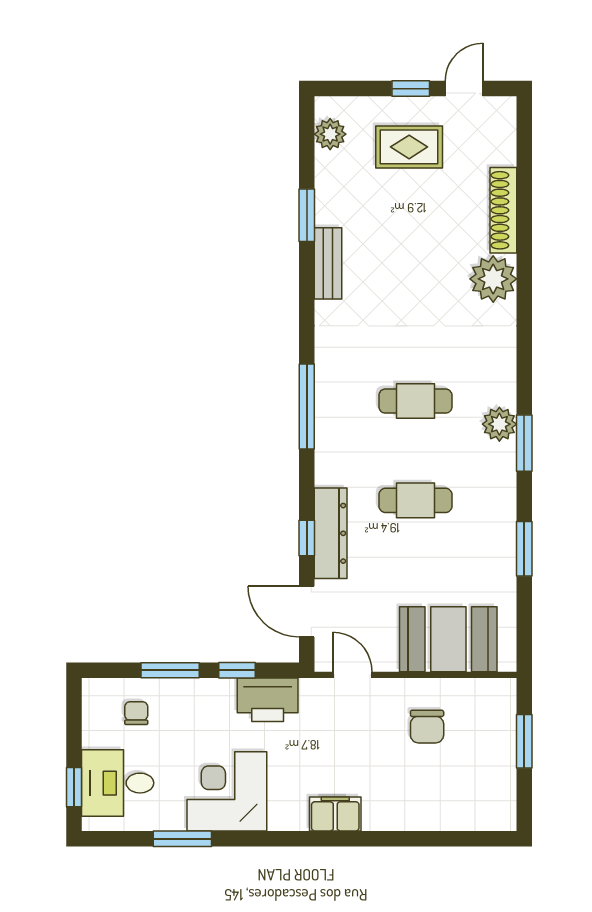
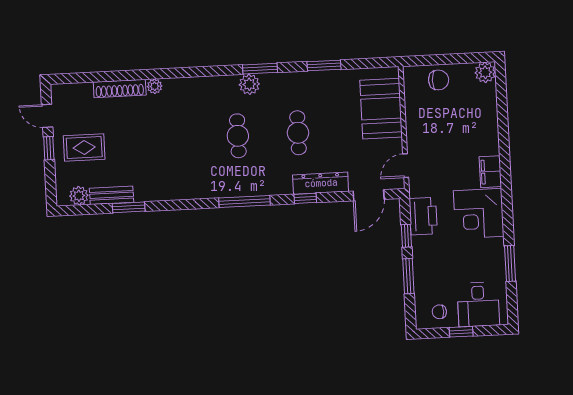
rug: (409, 147) -> (84, 147), turned 90
bench: (328, 263) -> (112, 195), moved
plant: (493, 279) -> (155, 86), width x0.53, depth x0.53
window: (307, 538) -> (305, 198), moved
chair: (136, 713) -> (439, 312), moved
chair: (427, 727) -> (439, 80), moved
window: (524, 741) -> (440, 60), removed
window: (74, 787) -> (461, 332), moved
corner desk: (227, 791) -> (479, 213), moved
plant: (499, 814) -> (485, 72), added

